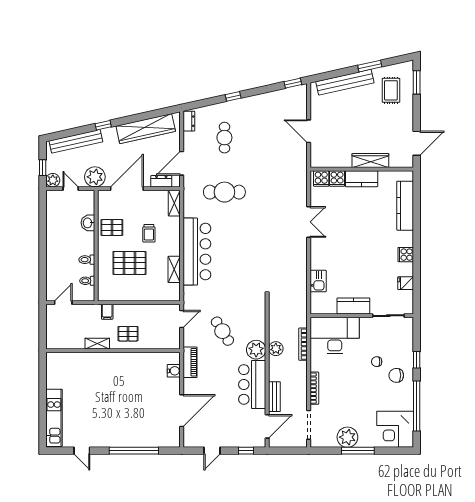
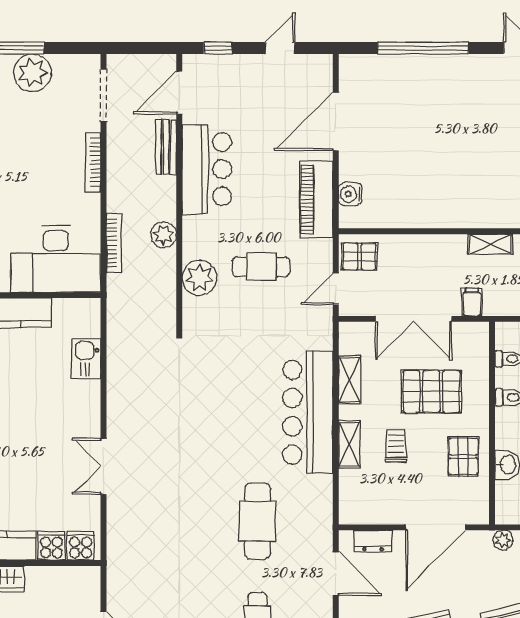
door: (182, 163) -> (336, 574), hinge flipped
plant: (95, 177) -> (503, 540), width x0.53, depth x0.53
cafe table: (224, 192) -> (257, 521), turned 90
shelving: (174, 203) -> (349, 444), moved
pallet: (112, 227) -> (463, 456), turned 90
double door: (139, 303) -> (414, 319), added
cafe table: (222, 331) -> (261, 267), turned -58
pallet: (128, 334) -> (359, 257), moved
plant: (256, 350) -> (200, 278), moved
piano: (190, 362) -> (316, 200), width x1.37, depth x1.33

